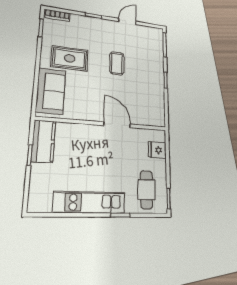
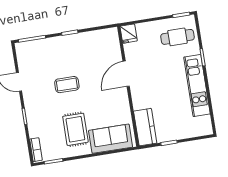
kitchen counter: (43, 141) -> (145, 127), moved, turned 90
fridge: (157, 150) -> (129, 34), moved

